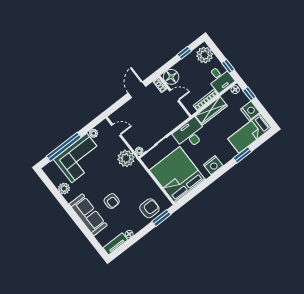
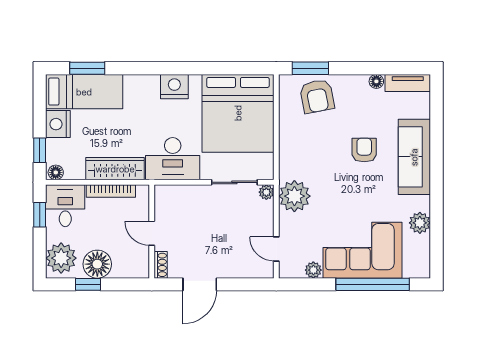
floor lamp: (171, 77) -> (97, 264), moved
window: (243, 155) -> (87, 68), moved
armchair: (149, 208) -> (317, 96), turned -101

